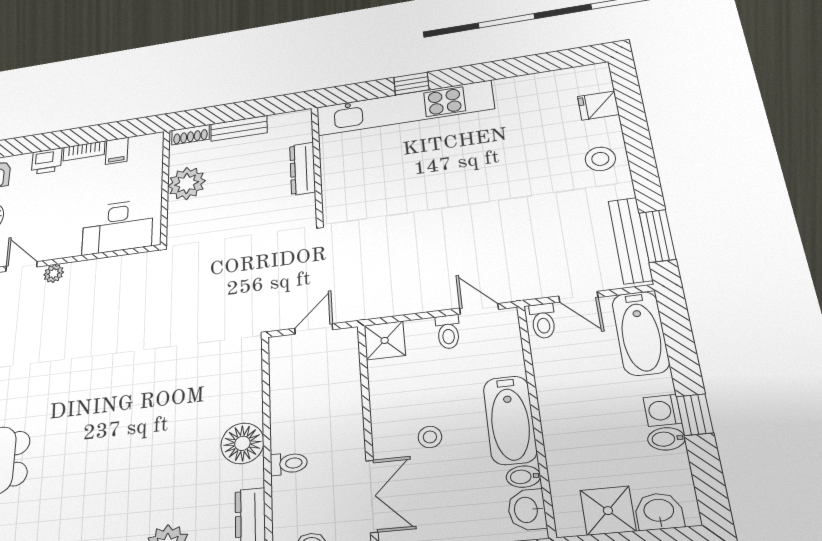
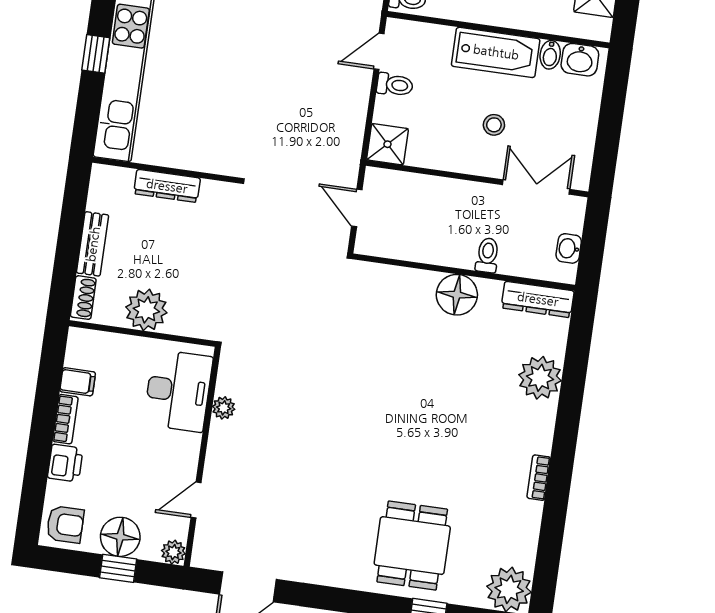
plant: (54, 273) -> (224, 408), moved

